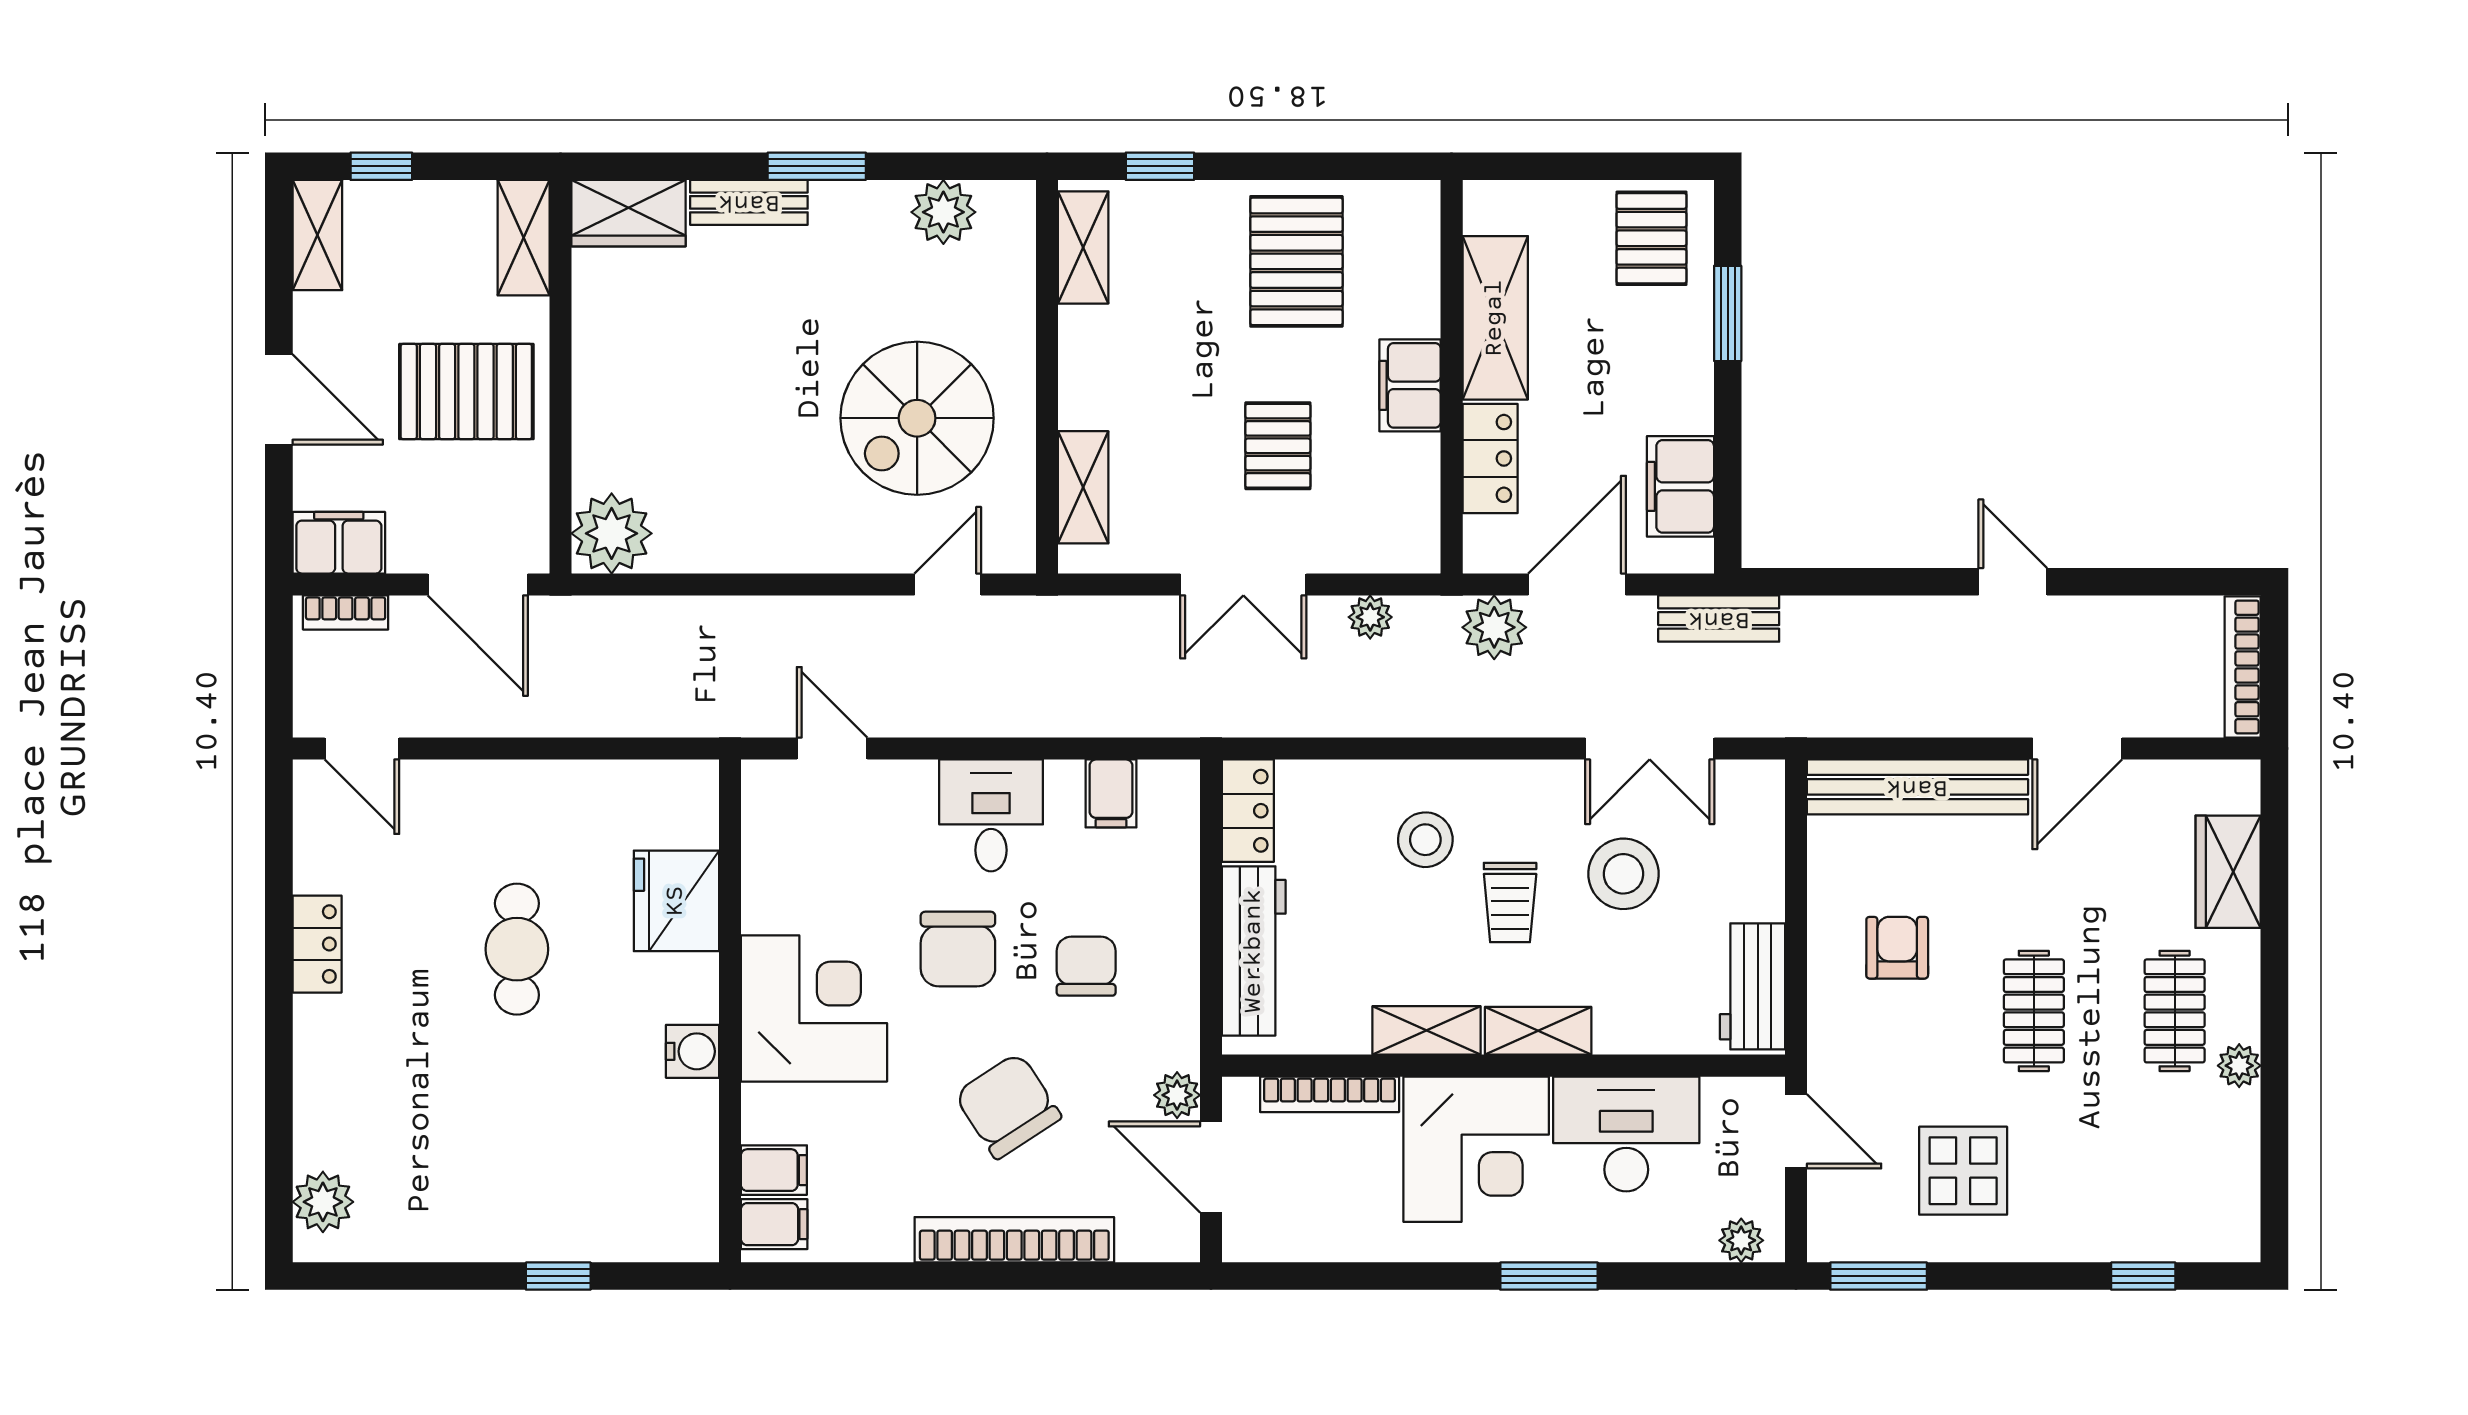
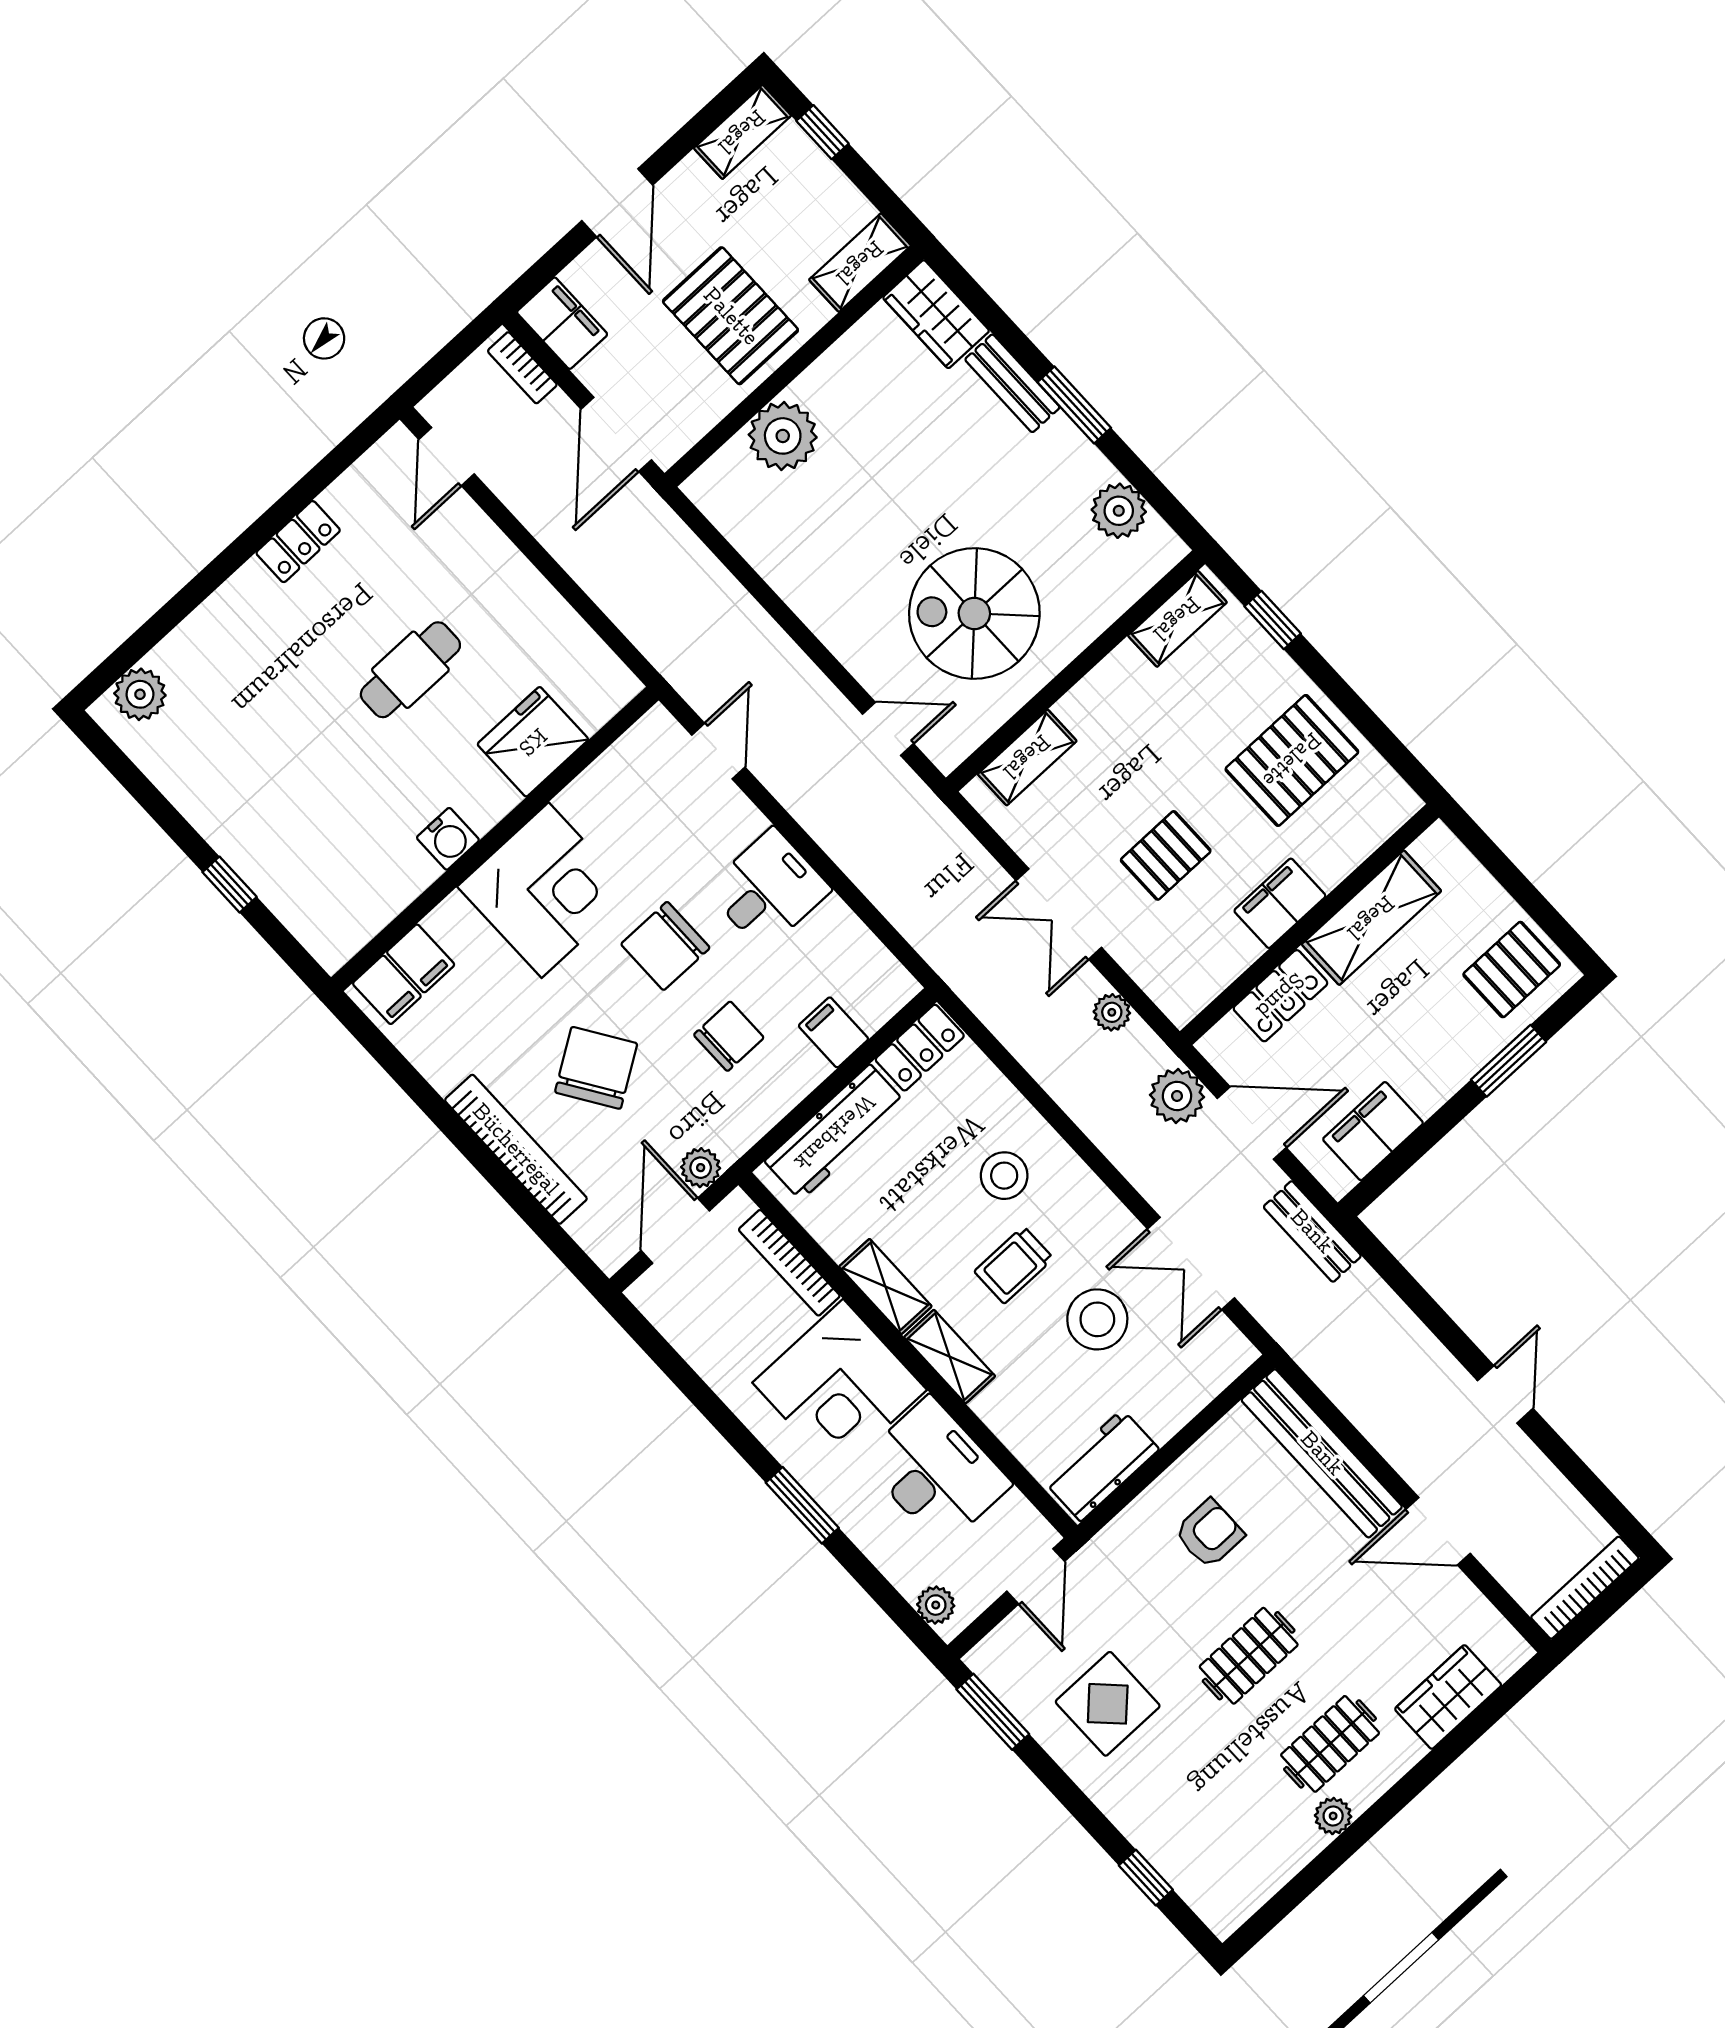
plant: (612, 533) -> (783, 436), moved
filing cabinet: (1111, 793) -> (833, 1032), moved, turned 90

